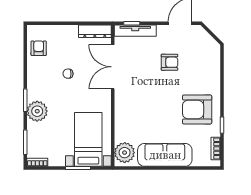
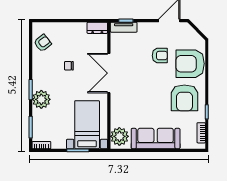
dresser: (95, 31) -> (97, 28), width x0.70
tv unit: (135, 31) -> (124, 27), width x0.71
armchair: (39, 48) -> (43, 43), turned 52
double door: (113, 67) -> (109, 73), moved
armchair: (203, 71) -> (190, 64), added
armchair: (197, 110) -> (184, 98), turned -90

